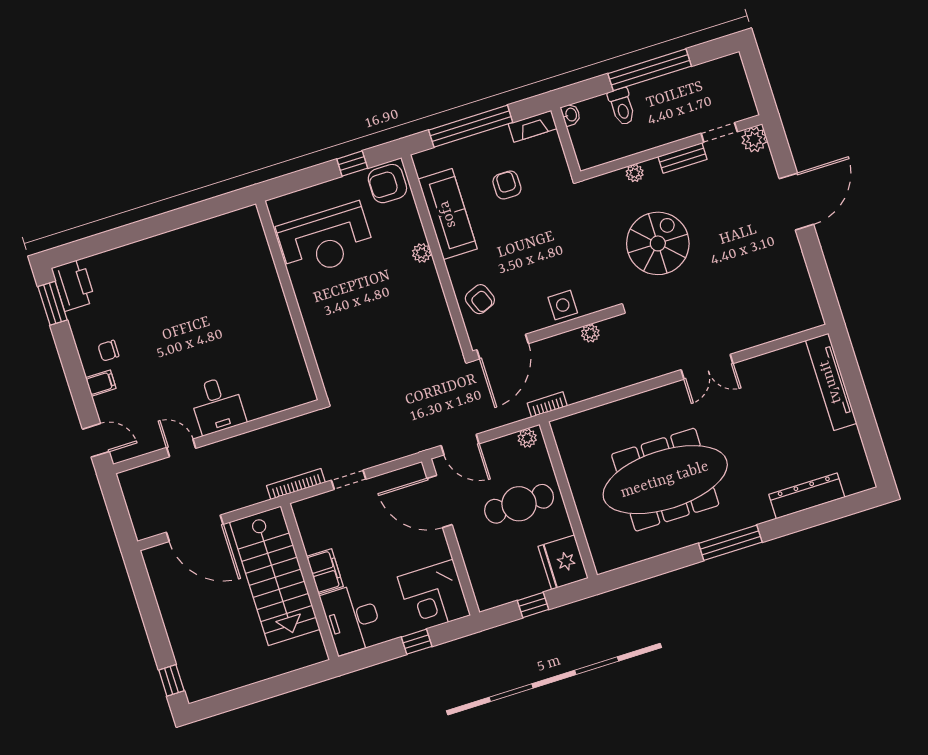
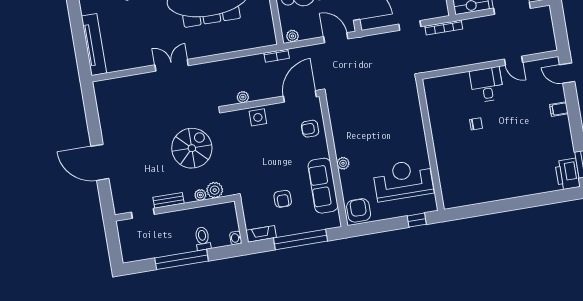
plant: (754, 139) -> (215, 190), moved
window: (352, 164) -> (417, 220), moved
armchair: (387, 184) -> (359, 210), turned -90
door: (796, 202) -> (100, 162), hinge flipped
spiral stairs: (658, 243) -> (192, 148), turned 180
armchair: (480, 299) -> (310, 129), turned -68
chair: (108, 351) -> (476, 124), moved

